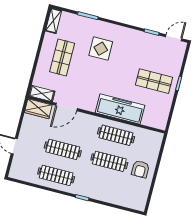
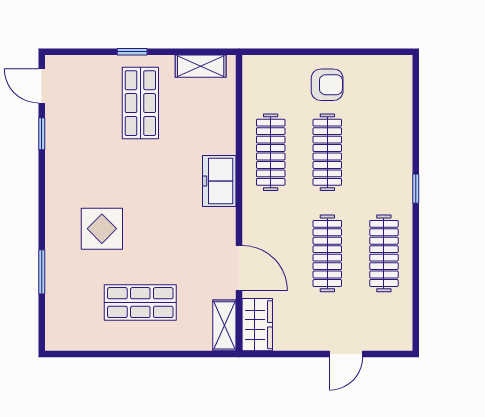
shelving: (54, 21) -> (201, 66), moved
freezer: (120, 109) -> (219, 181), width x0.52, depth x0.79

